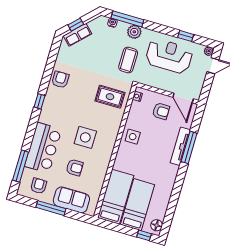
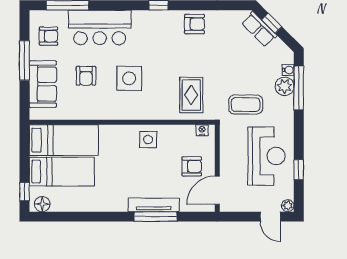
plant: (134, 32) -> (284, 86), moved
armchair: (161, 111) -> (192, 166), turned -90

